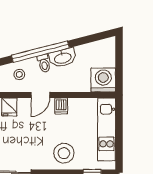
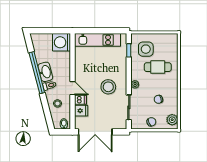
window: (40, 52) -> (37, 73), moved
dishwasher: (61, 106) -> (80, 100), moved
stool: (64, 153) -> (108, 87), moved

